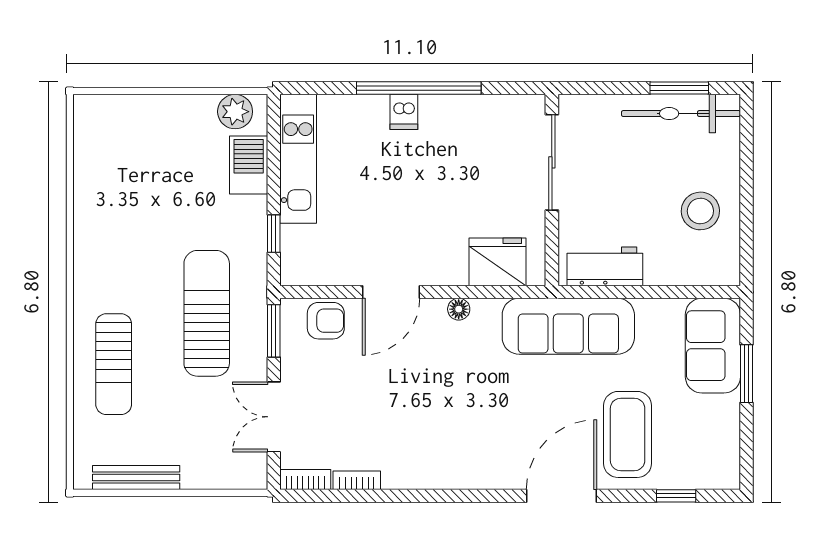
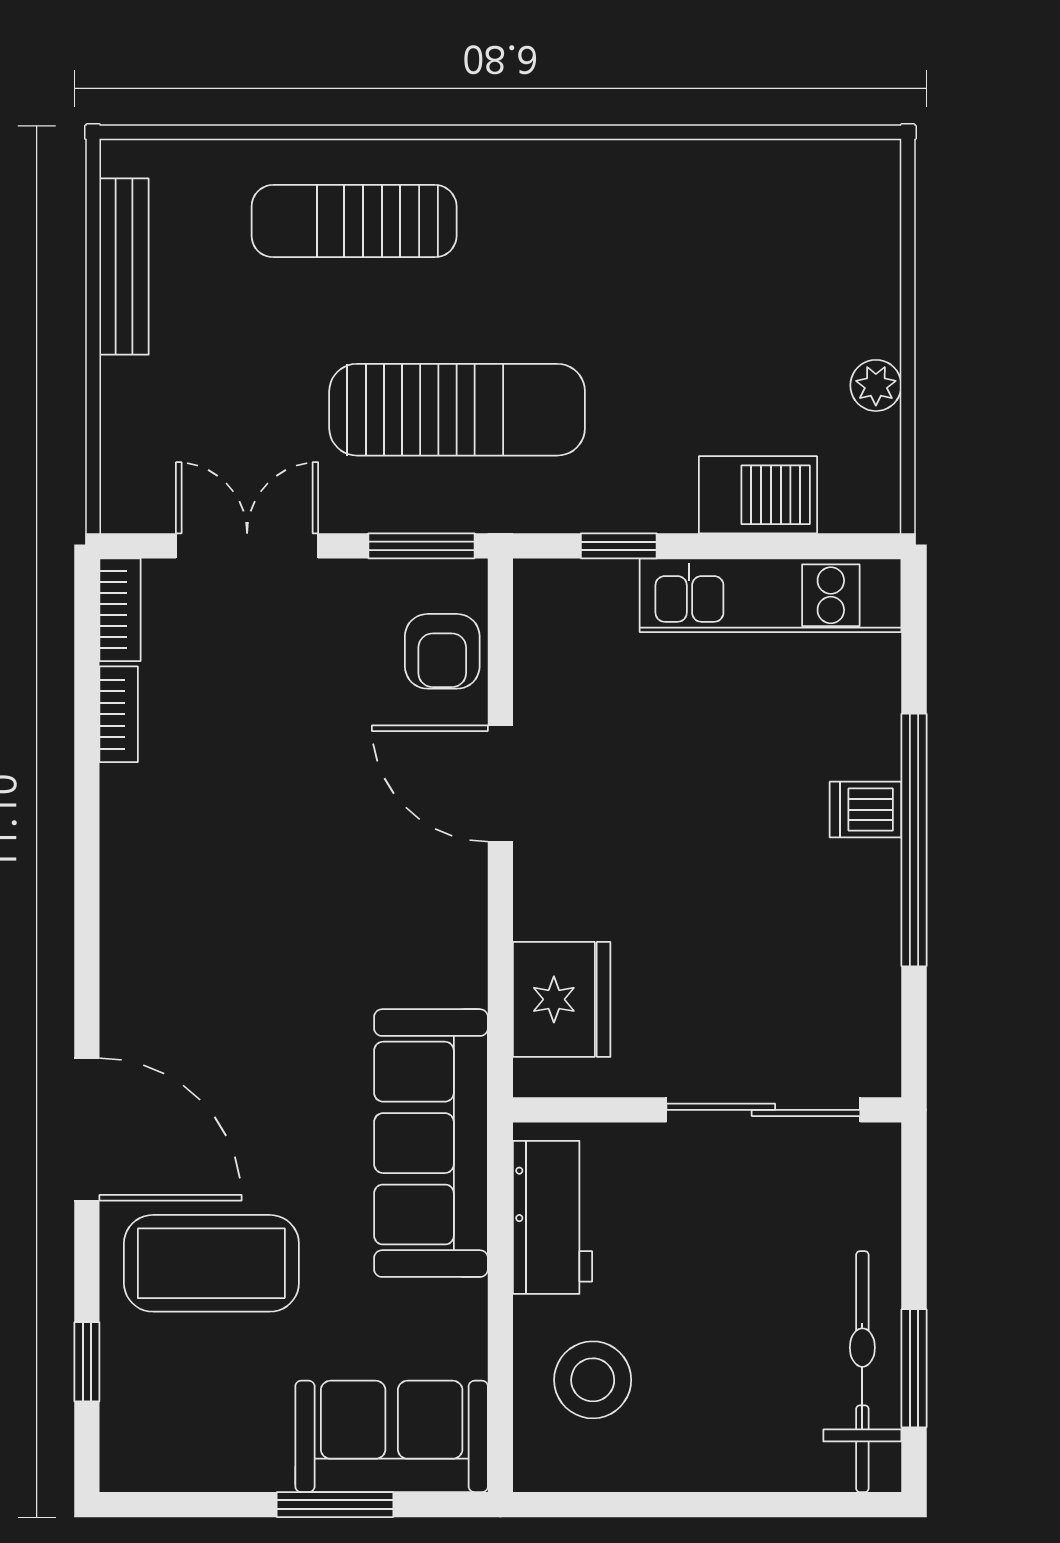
plant: (235, 112) -> (876, 385), moved, width x0.73, depth x0.73
stool: (700, 211) -> (593, 1380), moved
floor lamp: (459, 309) -> (466, 921), removed

